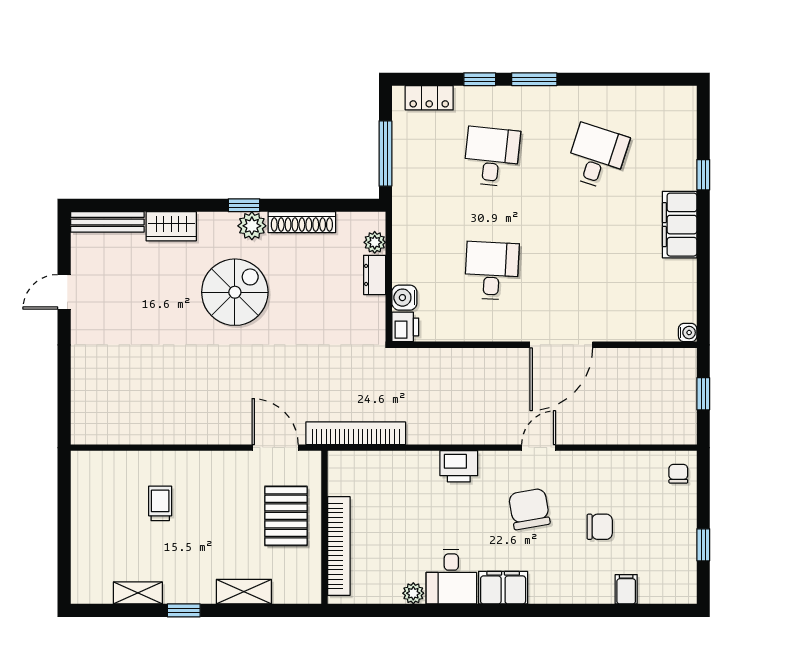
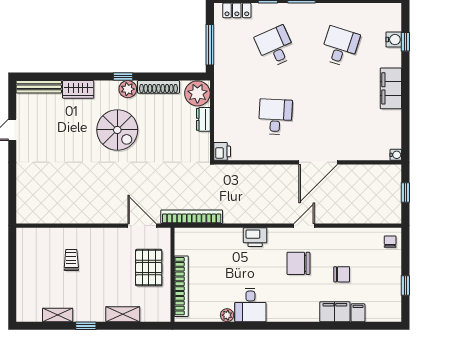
desk: (492, 157) -> (275, 47), turned -30
window: (703, 175) -> (405, 42), moved
plant: (375, 242) -> (197, 93), width x1.87, depth x1.87
spiral stairs: (235, 292) -> (117, 130), turned 90
water cooler: (404, 298) -> (394, 40), moved, turned 180
chair: (529, 509) -> (298, 263), turned -80
filing cabinet: (503, 588) -> (335, 312), moved

